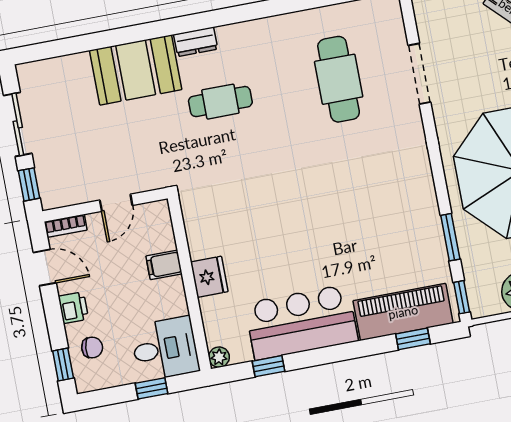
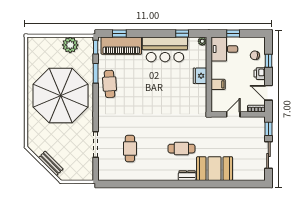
cafe table: (339, 79) -> (130, 149), width x0.73, depth x0.74
cafe table: (414, 219) -> (110, 84), added
window: (63, 364) -> (268, 61), moved

